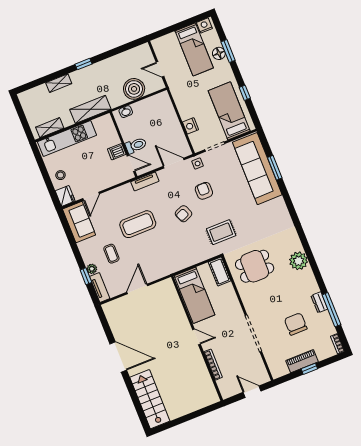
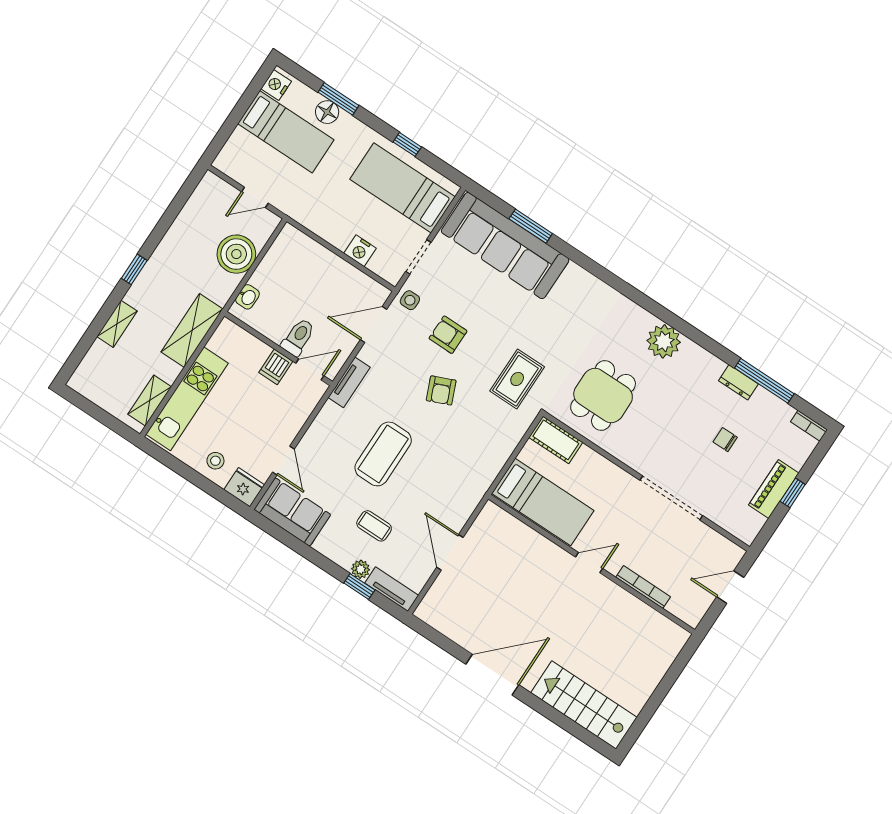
chair: (296, 324) -> (725, 440), width x0.54, depth x0.54

